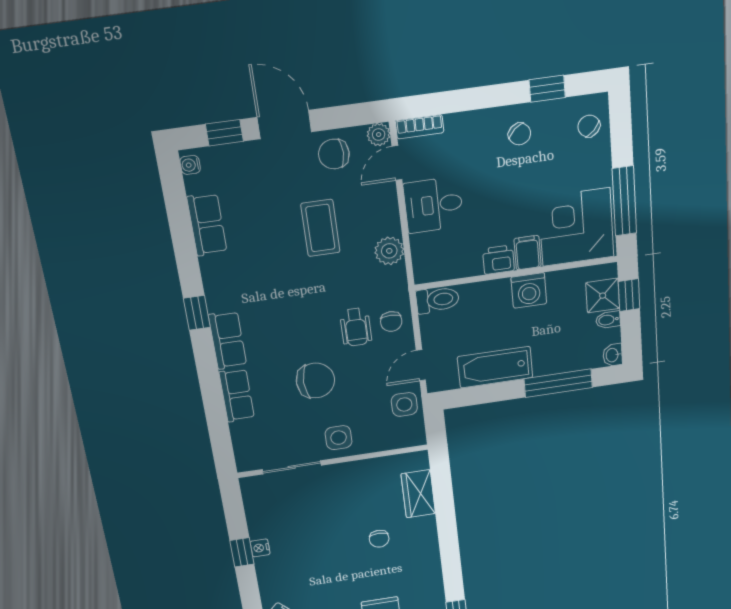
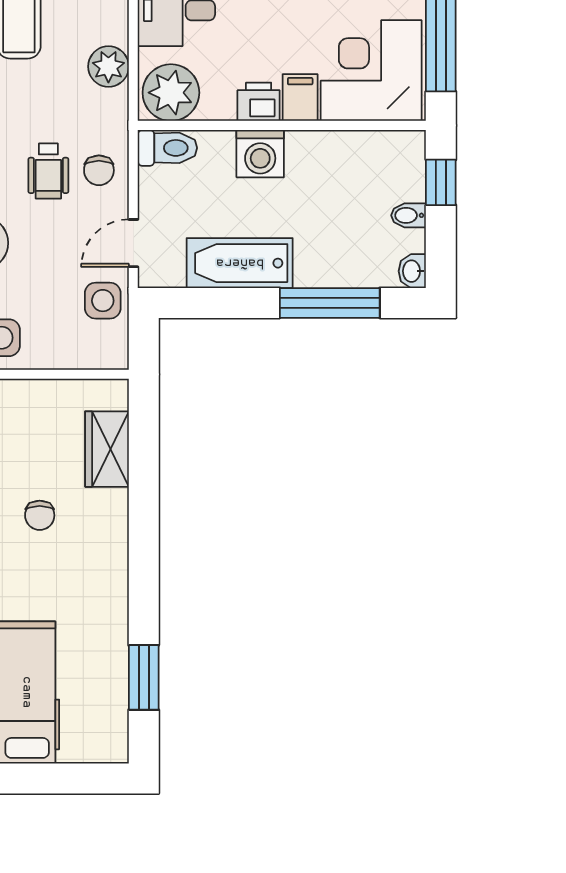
plant: (436, 262) -> (171, 93), added
washing machine: (529, 290) -> (260, 154), moved
shower: (603, 296) -> (403, 177), removed

